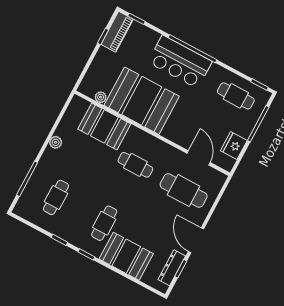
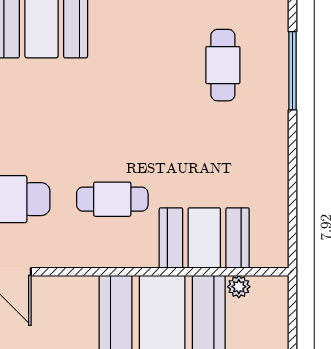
plant: (56, 142) -> (276, 163), removed
cafe table: (104, 223) -> (112, 65), removed

